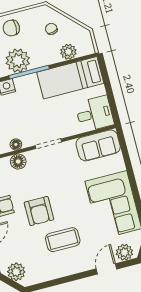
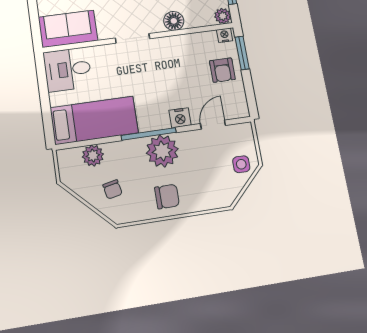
floor lamp: (16, 144) -> (175, 42), removed

